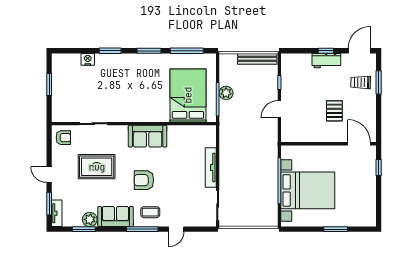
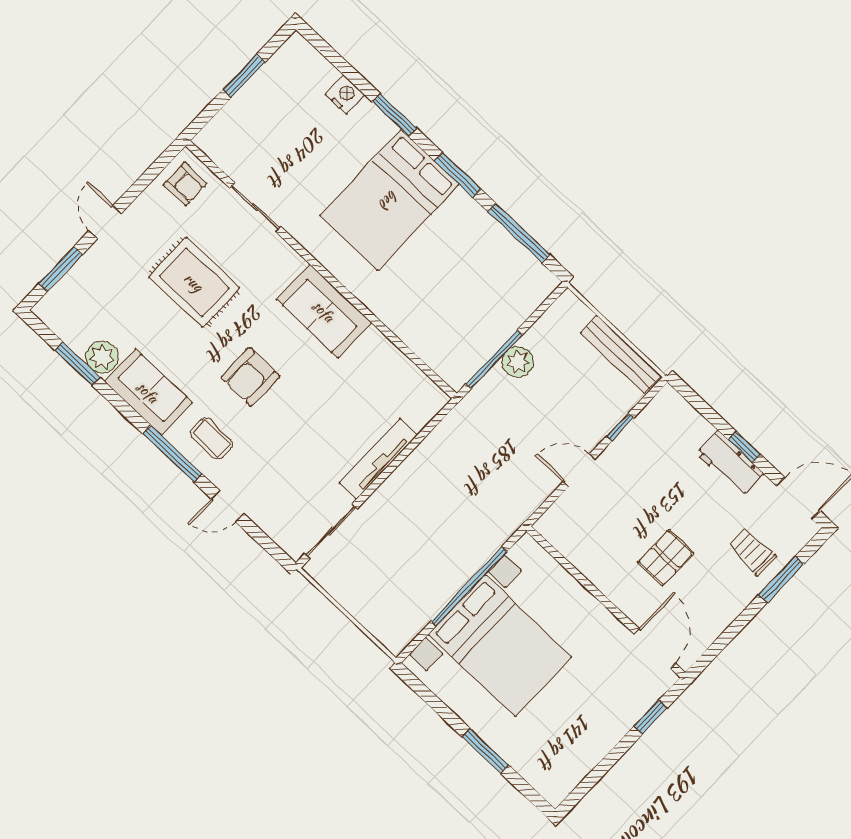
bed: (188, 95) -> (389, 200), moved, turned 180
armchair: (144, 180) -> (250, 377), turned -90
tv unit: (57, 213) -> (58, 296), removed

